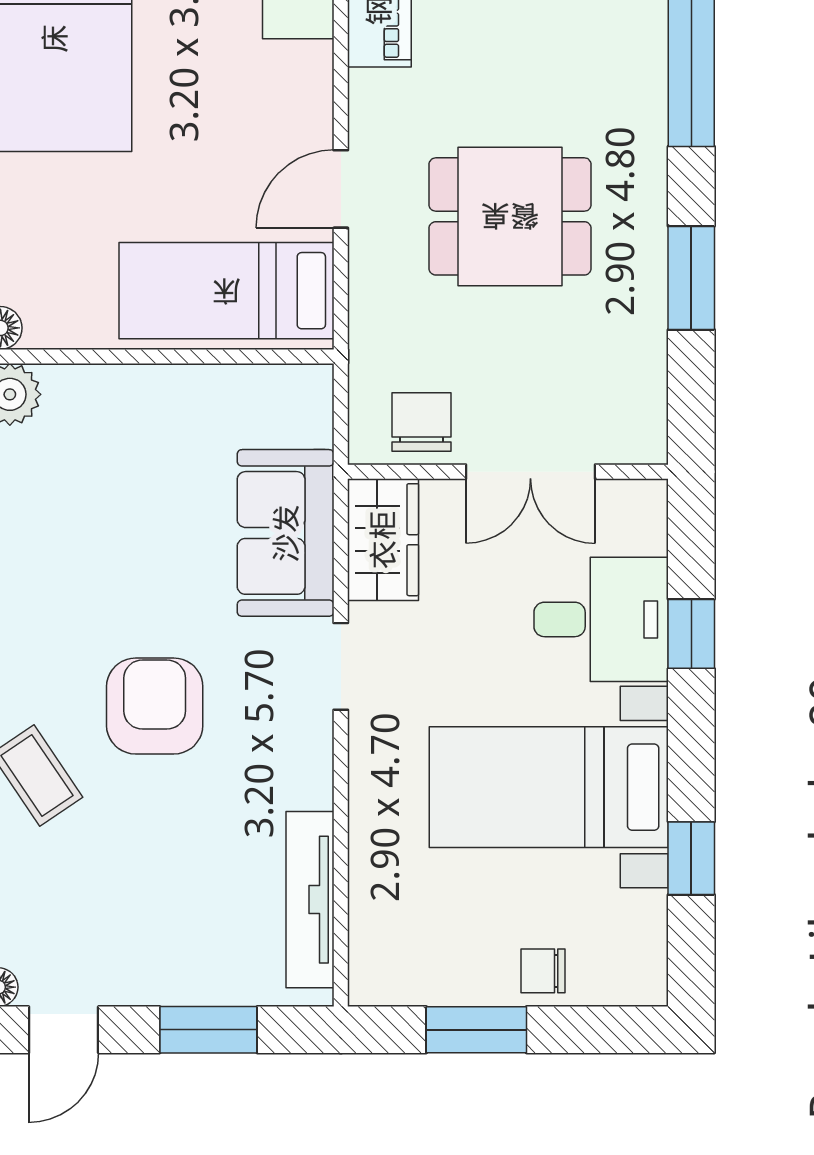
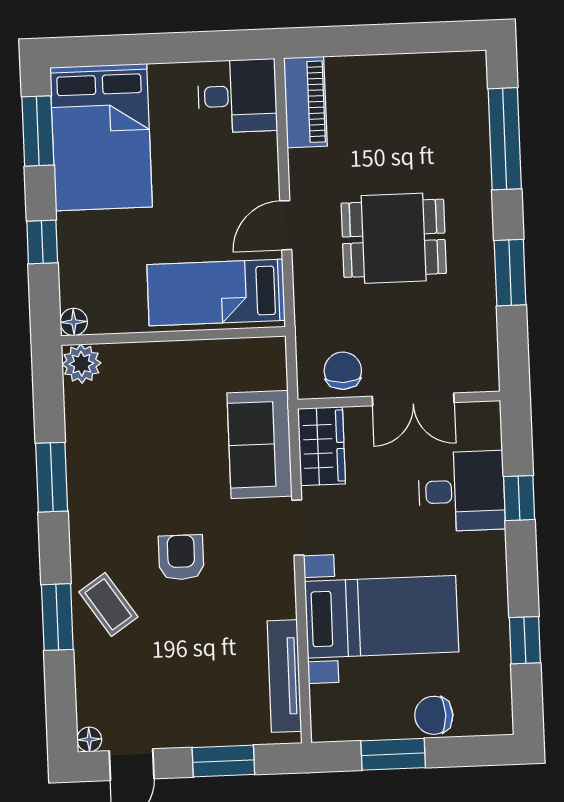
armchair: (155, 706) -> (181, 557), width x0.72, depth x0.72
bed with nightstands: (549, 787) -> (382, 617), moved, turned 180
chair: (543, 971) -> (434, 715), width x1.37, depth x1.37

